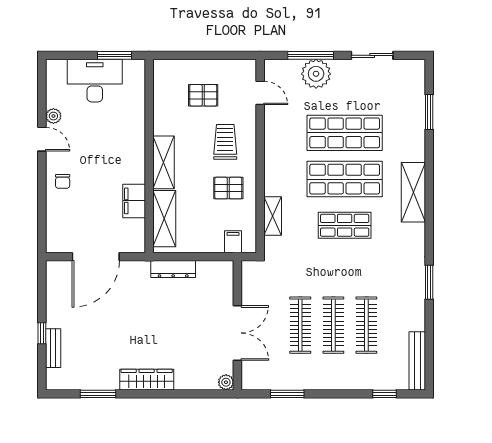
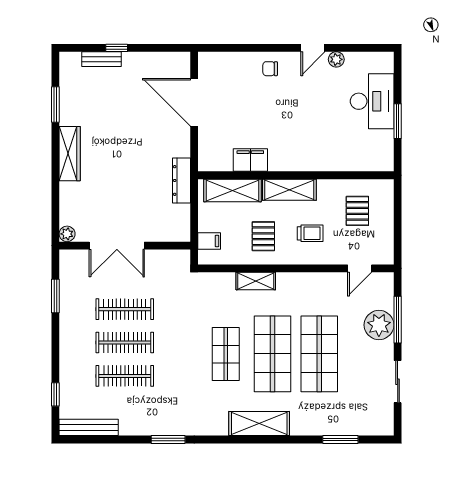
trolley: (225, 142) -> (310, 233), width x0.73, depth x0.72
wall: (149, 156) -> (296, 175), moved
shelving: (163, 162) -> (289, 190), moved
filing cabinet: (134, 201) -> (250, 160), moved
shelving: (273, 216) -> (256, 281), moved
shelving: (164, 219) -> (232, 190), moved

